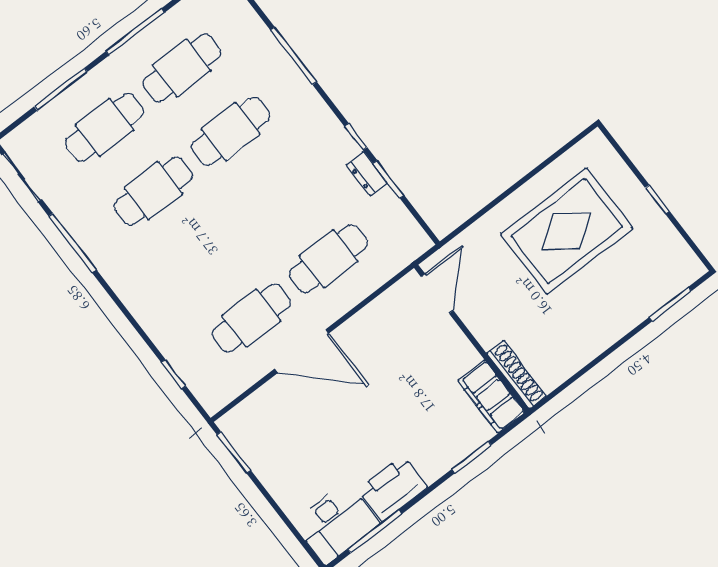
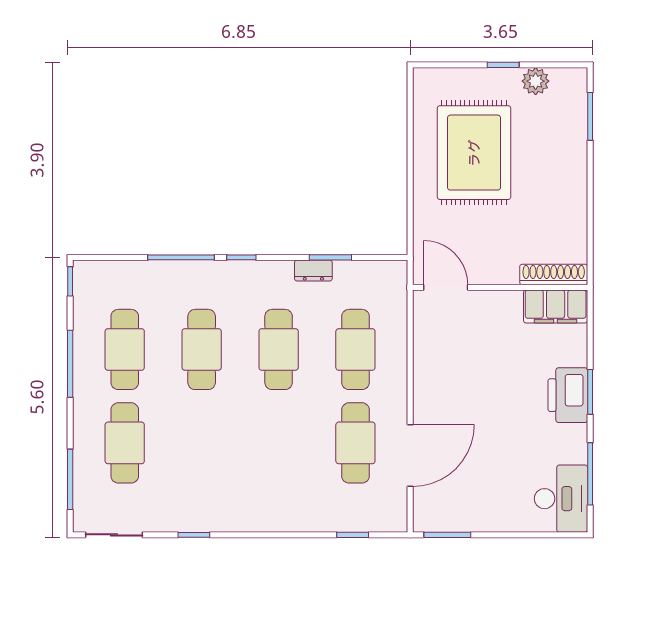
window: (61, 89) -> (70, 479), moved
window: (356, 137) -> (241, 257), moved
cafe table: (153, 191) -> (279, 349), moved
plant: (665, 237) -> (536, 81), added
window: (73, 243) -> (194, 535), width x0.46
door: (302, 351) -> (410, 456), moved
window: (471, 457) -> (590, 392), moved
printer: (393, 489) -> (568, 395), moved

